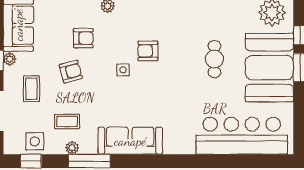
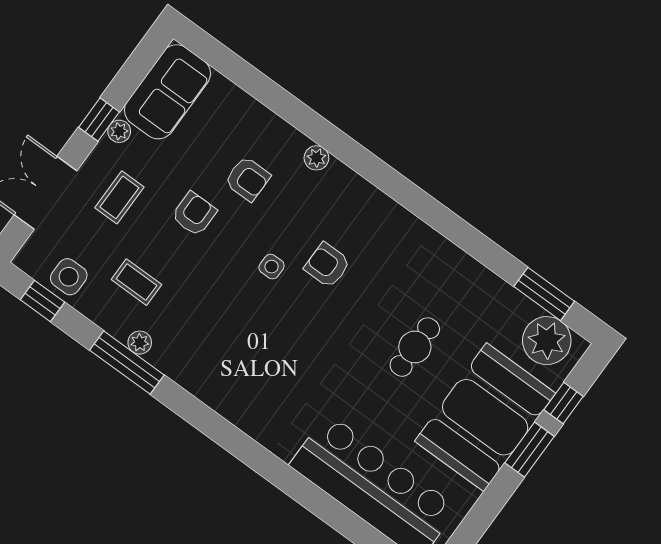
armchair: (71, 72) -> (194, 214), turned -75
sofa: (130, 141) -> (207, 376), removed
plant: (72, 148) -> (140, 343), moved

